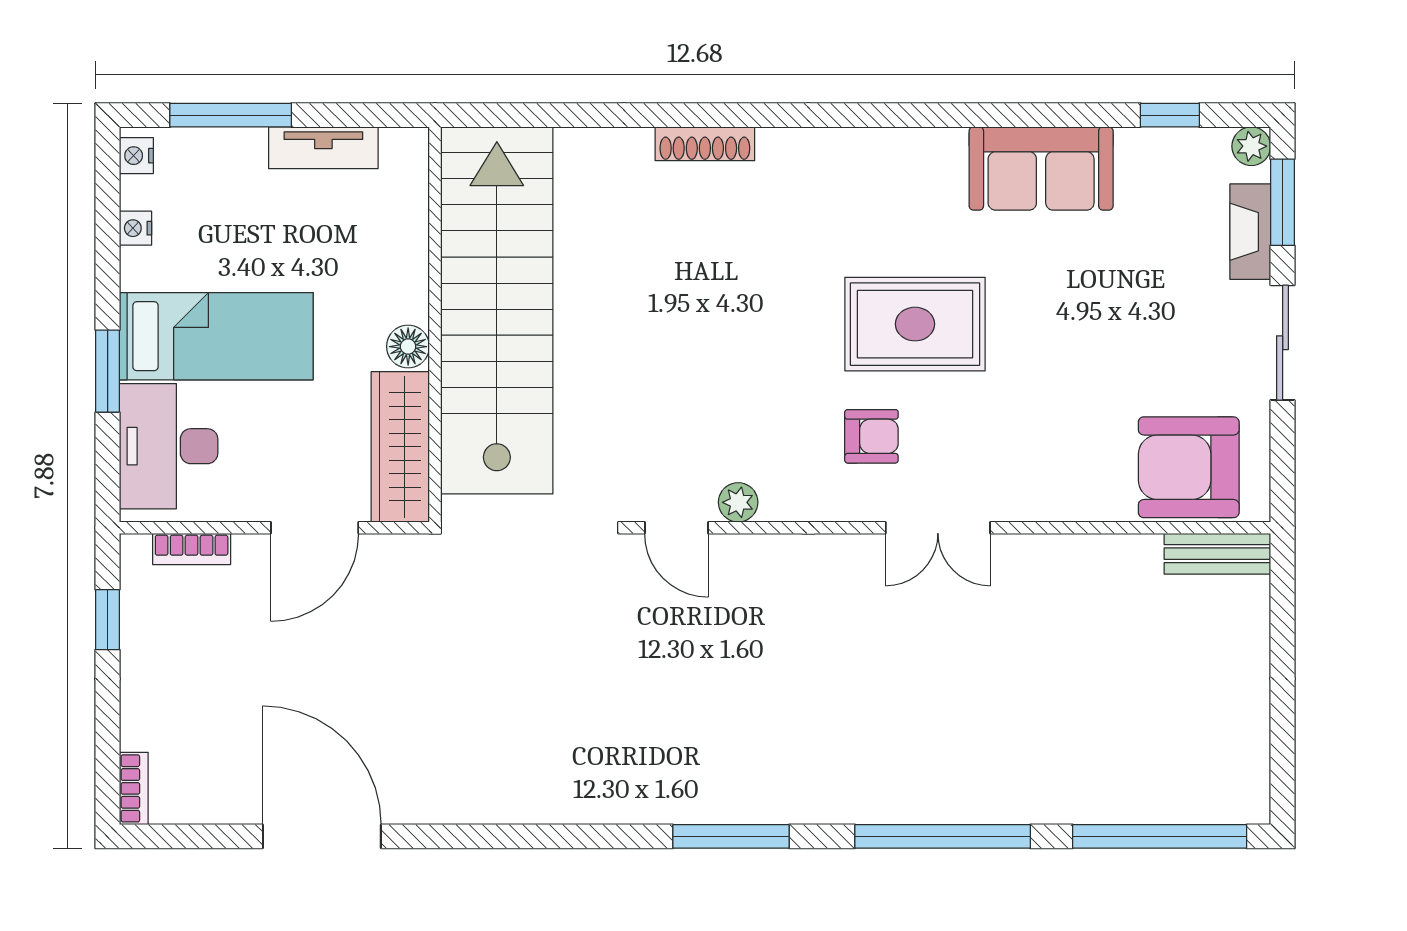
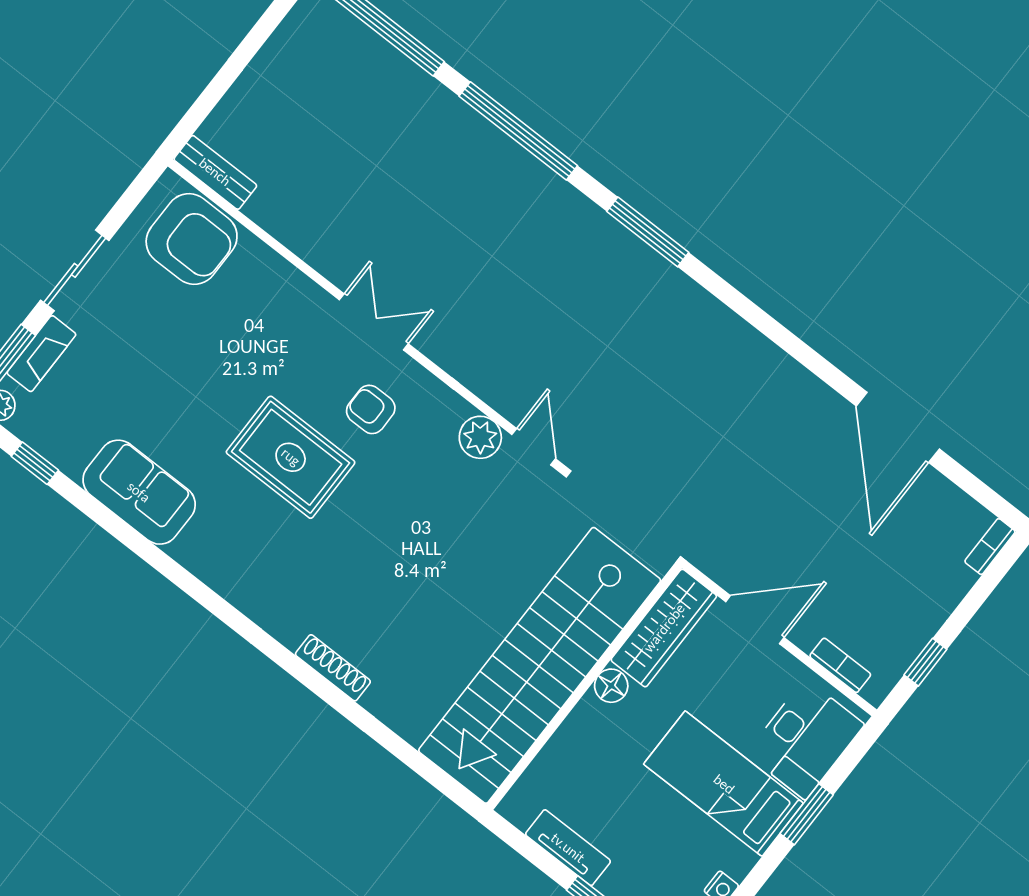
plant: (738, 502) -> (480, 437), width x1.38, depth x1.38

